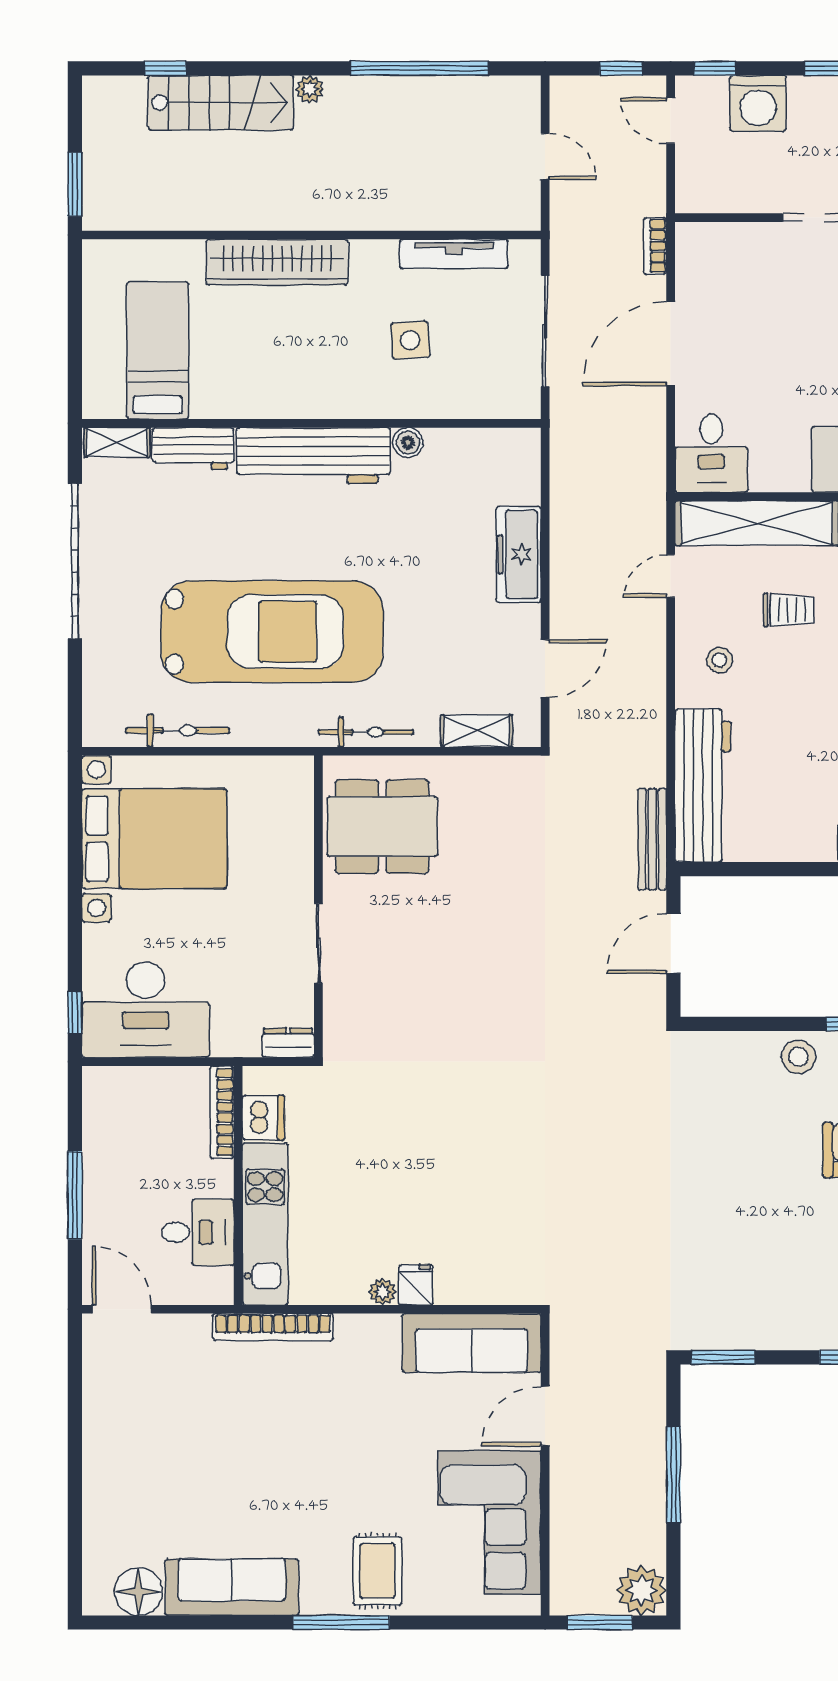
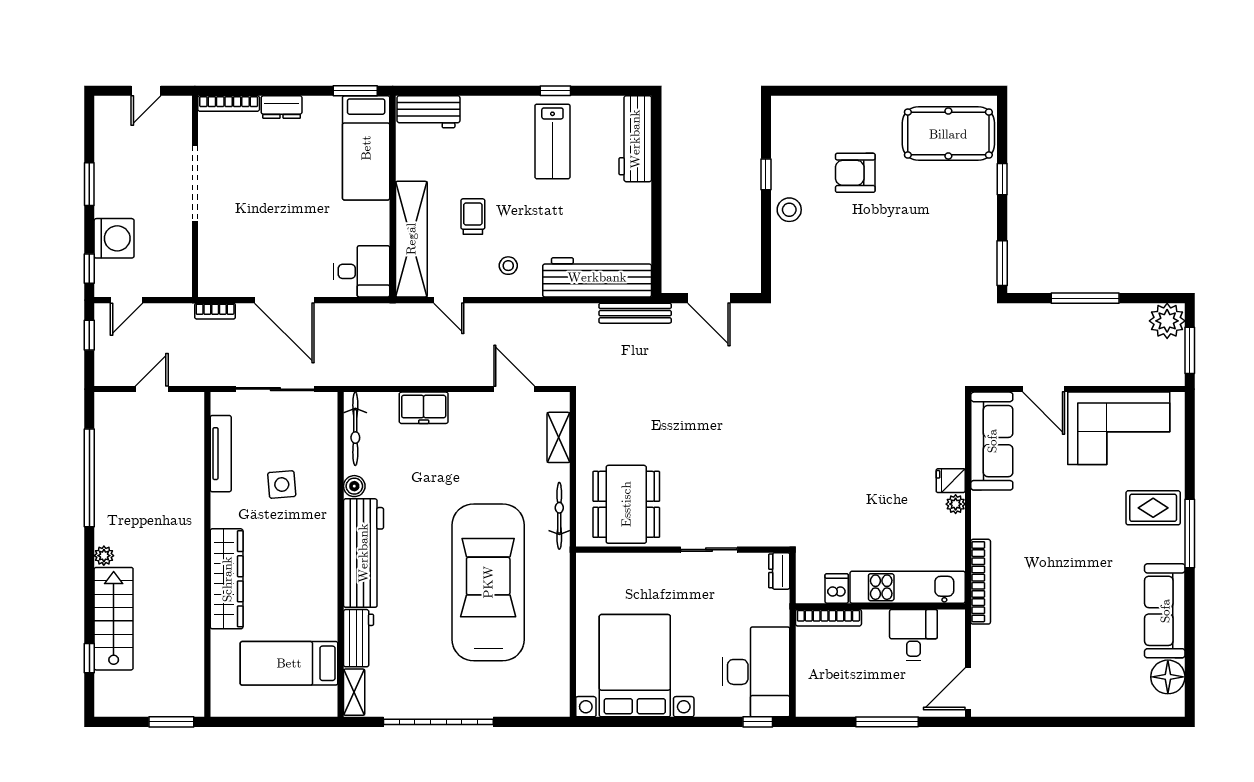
freezer: (519, 554) -> (424, 408), width x0.71
bicycle: (178, 731) -> (355, 429), moved, turned 180
dishwasher: (263, 1118) -> (837, 589), width x0.73

